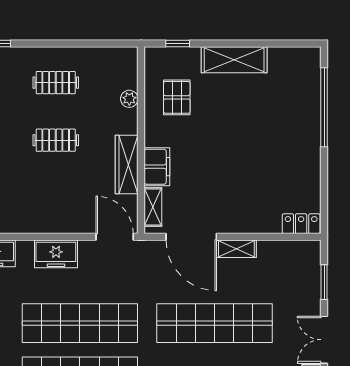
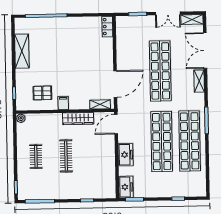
shelving: (234, 60) -> (22, 51), moved
plant: (129, 99) -> (21, 118), moved
clothes rail: (56, 140) -> (66, 156), width x1.36
filing cabinet: (157, 167) -> (63, 103), moved, width x0.50
shelving: (236, 249) -> (121, 60), removed

